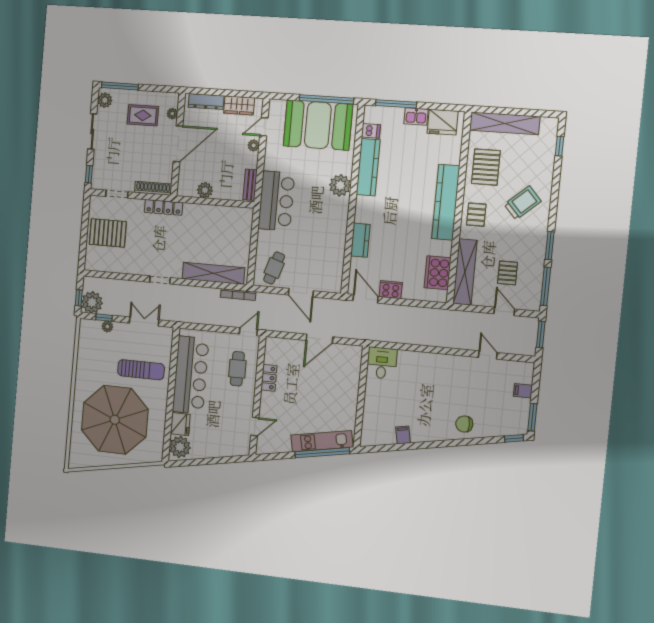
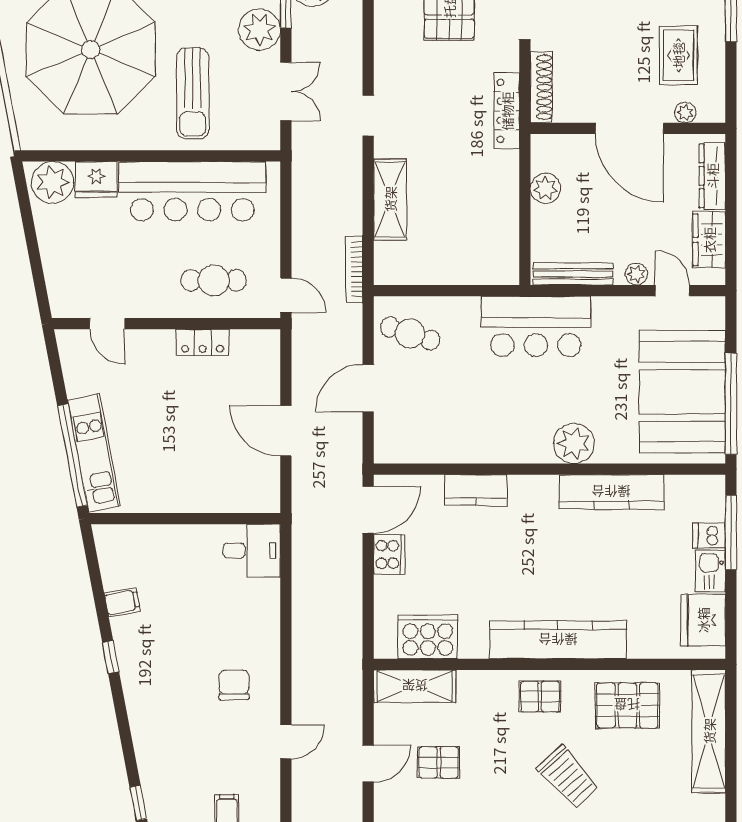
dishwasher: (371, 131) -> (709, 535), moved, turned 90
bench: (250, 185) -> (573, 274), width x1.36
shelving: (465, 272) -> (415, 686), width x0.68
shelving: (213, 273) -> (390, 199), width x0.68
plant: (107, 327) -> (260, 29), width x1.87, depth x1.87
chair: (464, 424) -> (234, 685), moved
window: (432, 444) -> (111, 657), added

